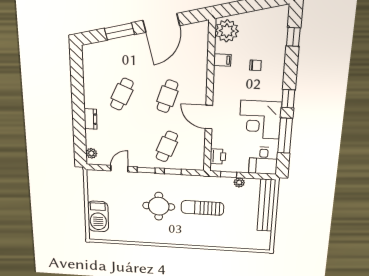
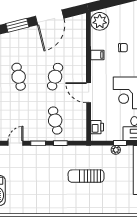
filing cabinet: (222, 60) -> (97, 55), moved
cafe table: (122, 94) -> (19, 77), turned -36
cafe table: (167, 146) -> (55, 121), turned -33
window: (229, 174) -> (120, 143), moved
round table: (159, 206) -> (49, 177), removed

